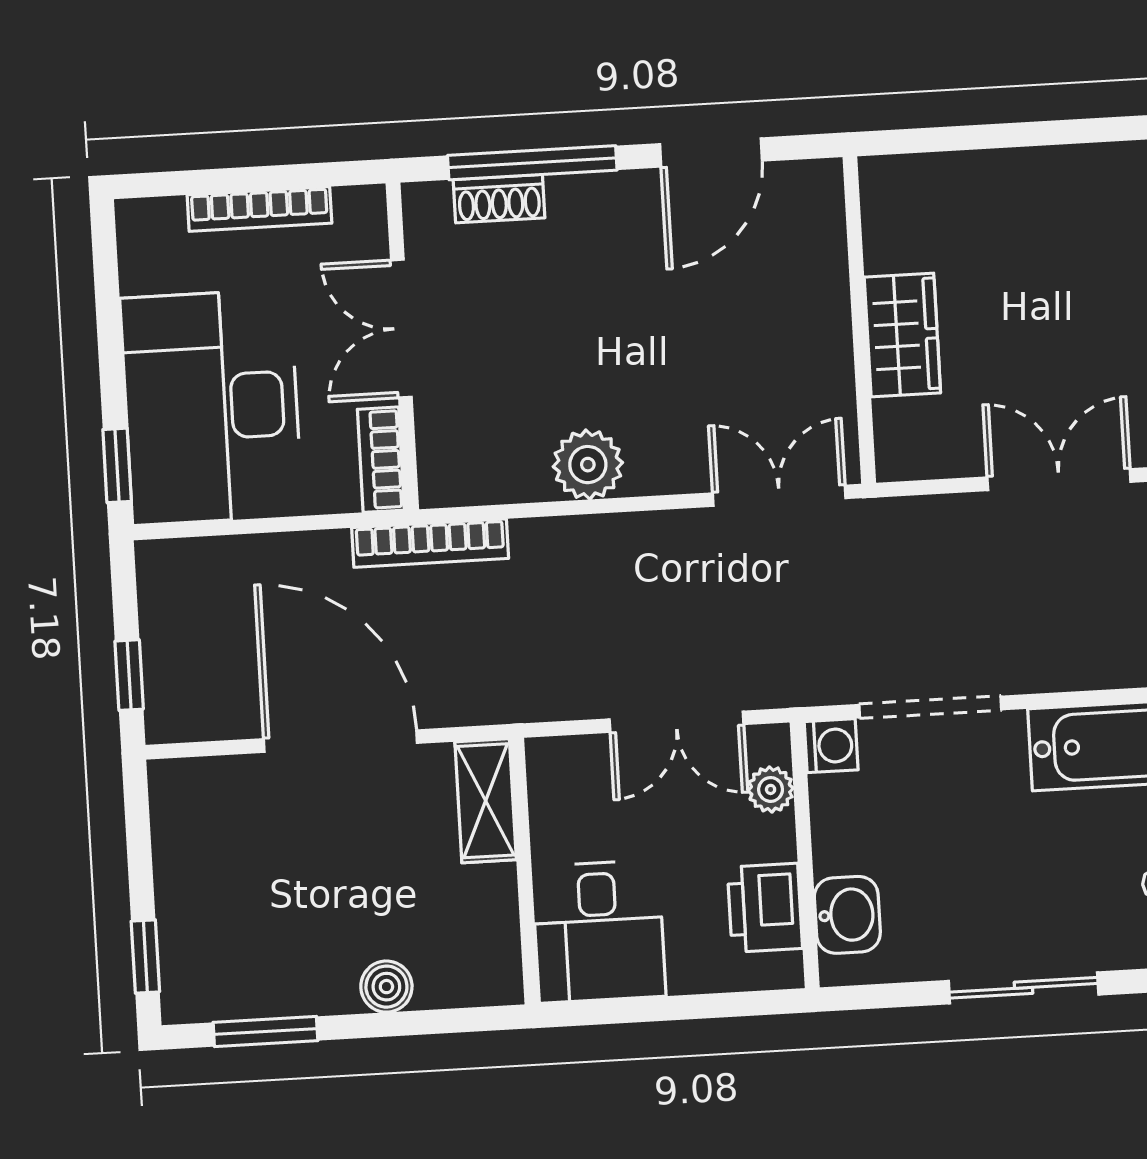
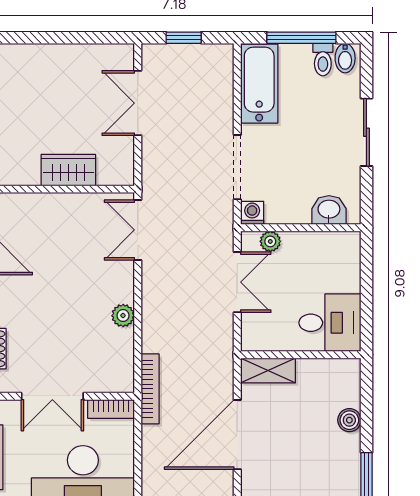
plant: (588, 465) -> (123, 316), width x0.73, depth x0.73
printer: (765, 908) -> (324, 247), removed

